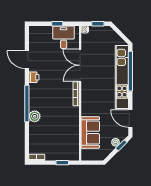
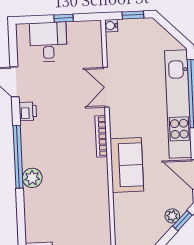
desk: (64, 37) -> (48, 42), moved
double door: (80, 65) -> (106, 87), width x0.73
sofa: (90, 132) -> (127, 165), moved

